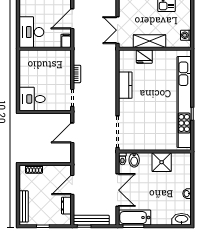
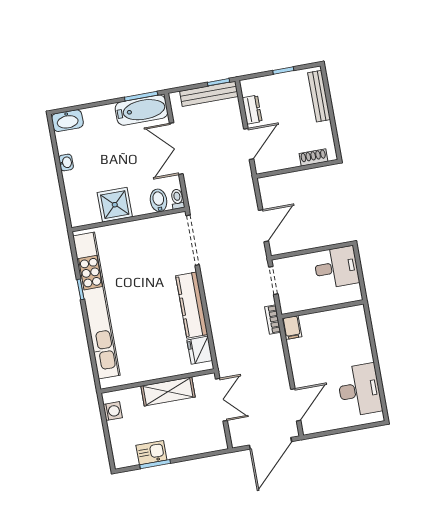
desk: (31, 32) -> (359, 390), moved
filing cabinet: (66, 41) -> (292, 328), moved
wall: (45, 49) -> (322, 309), moved
fridge: (144, 57) -> (200, 350), moved, turned -90
kitchen counter: (125, 85) -> (192, 305), width x1.50

